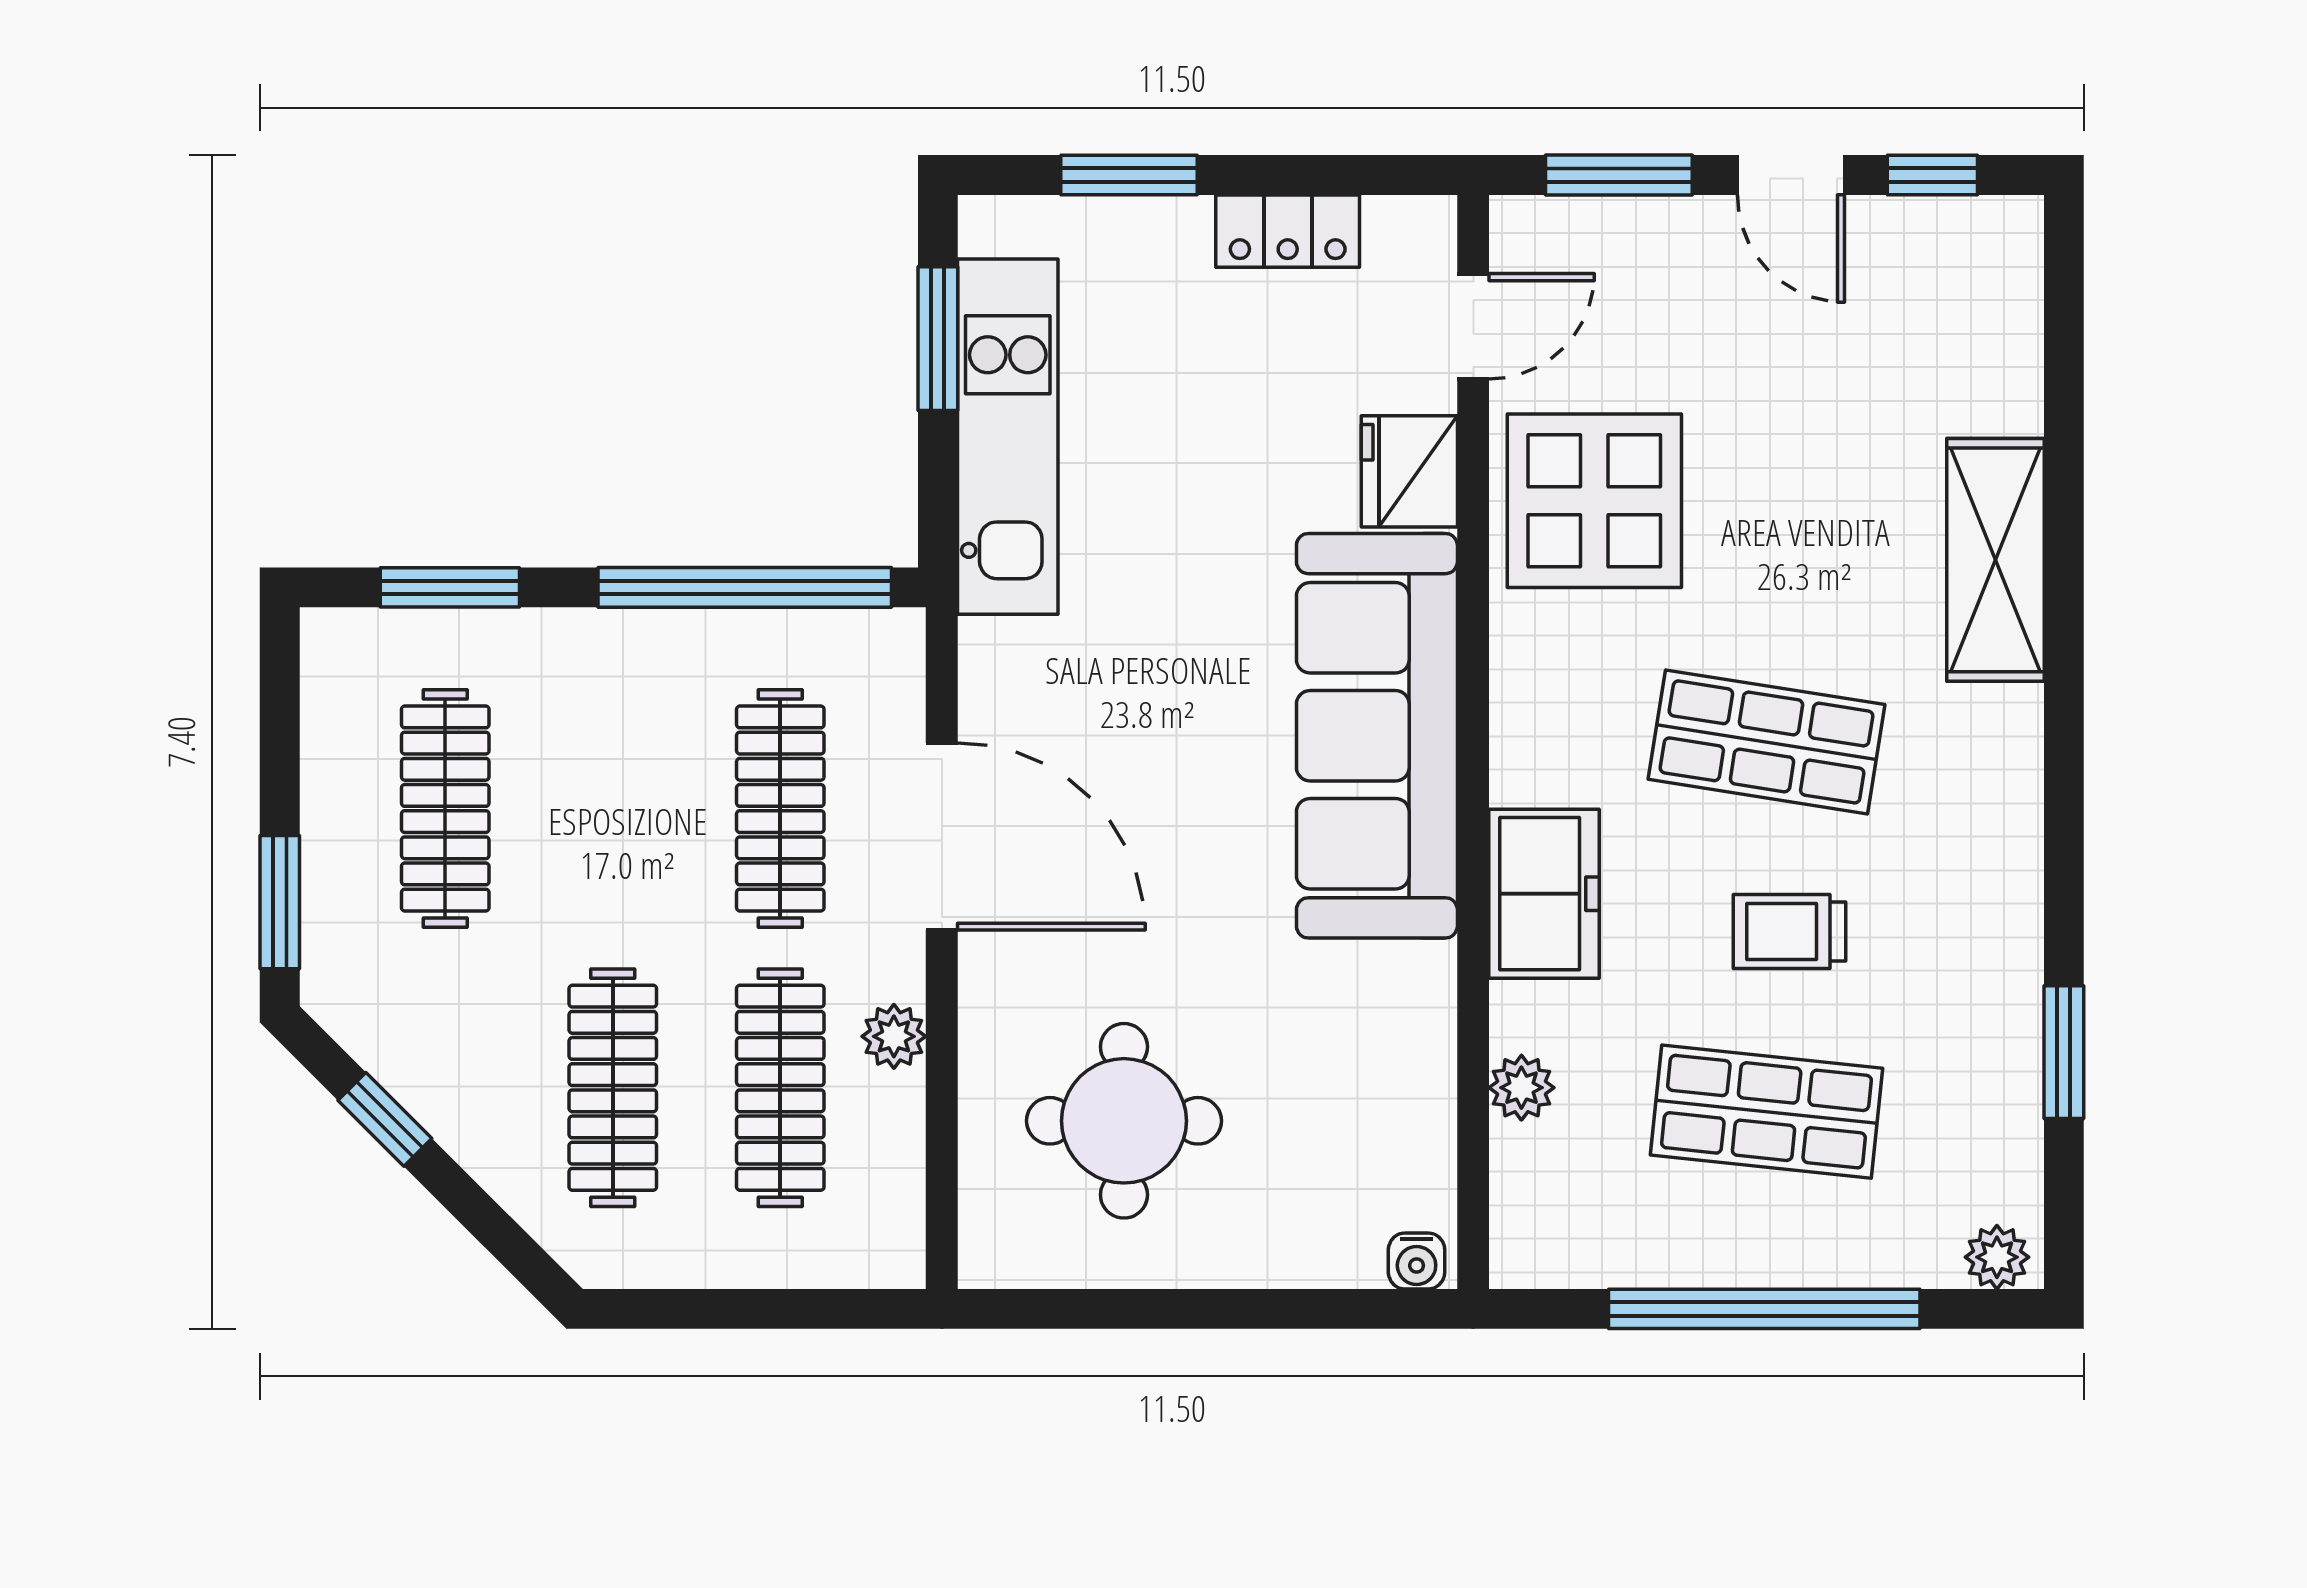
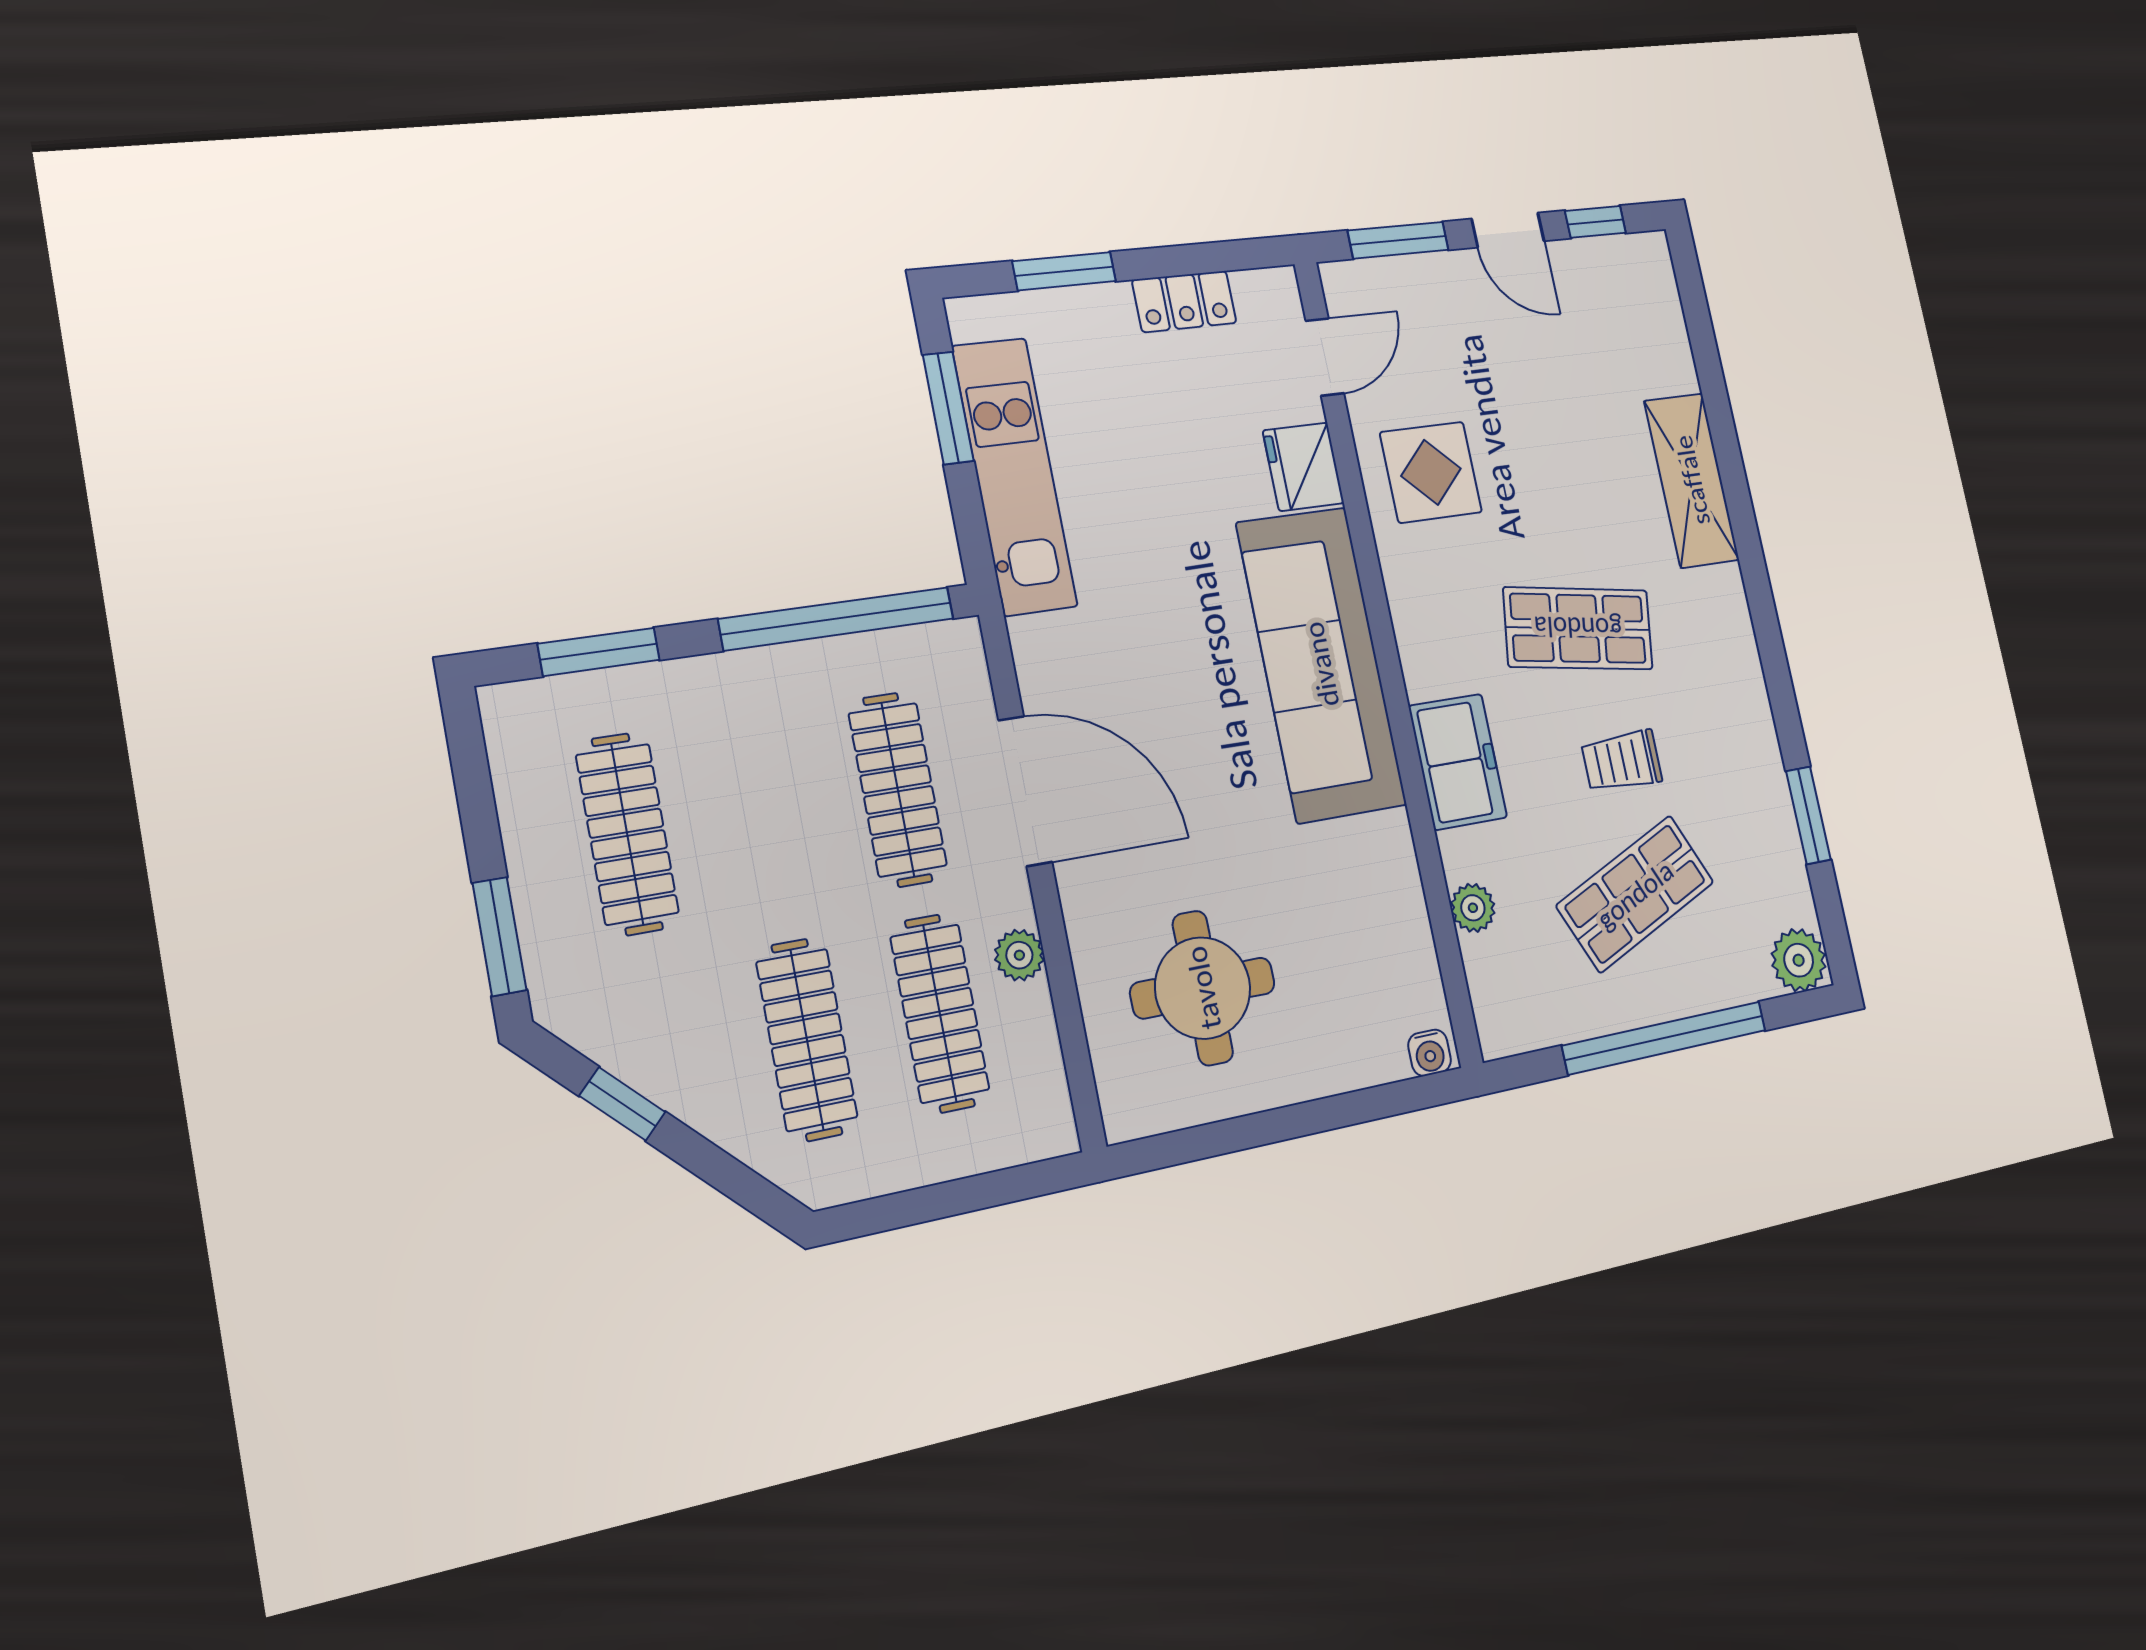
display table: (1594, 501) -> (1431, 472), width x0.73, depth x0.73
shop shelf: (1767, 1112) -> (1635, 894), turned -30
plant: (1997, 1257) -> (1799, 960), width x1.38, depth x1.38

